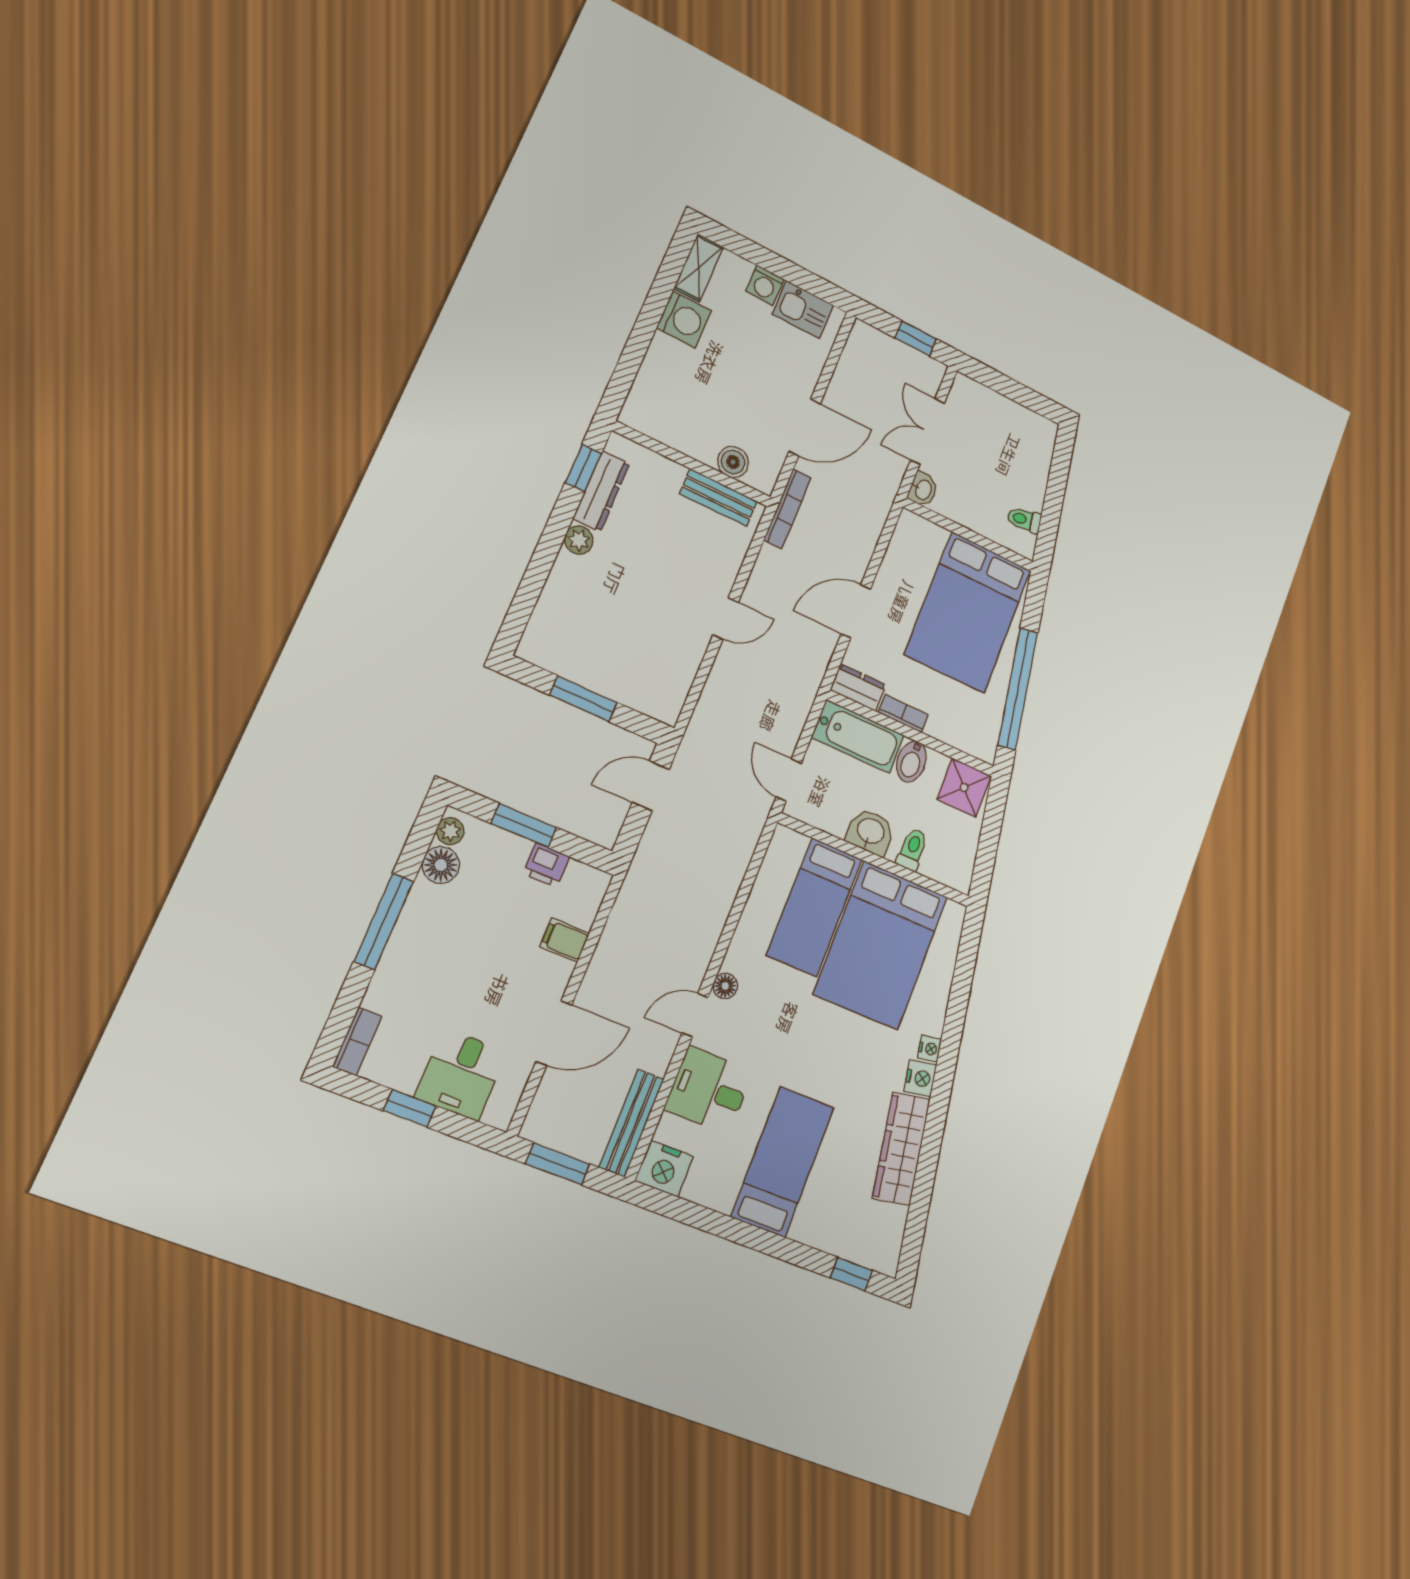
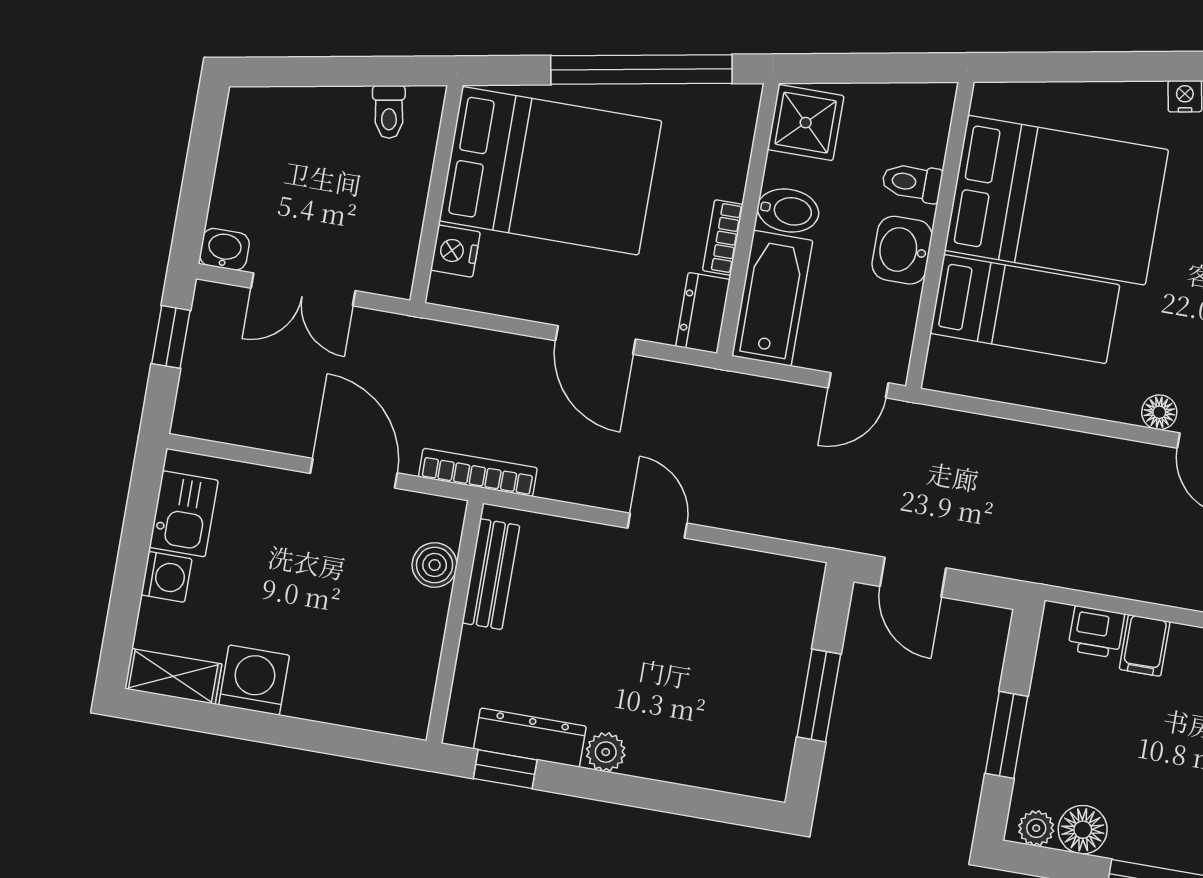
washbasin: (923, 490) -> (224, 249), moved
nightstand: (931, 536) -> (455, 251), added
printer: (546, 865) -> (1096, 632), moved, turned 90

